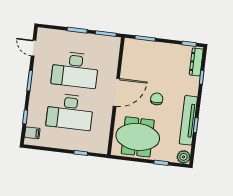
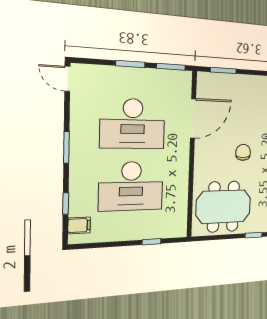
door: (33, 48) -> (67, 79), moved
door: (116, 92) -> (193, 118), moved

